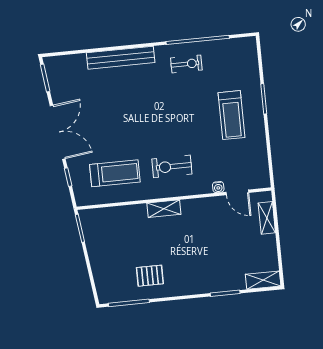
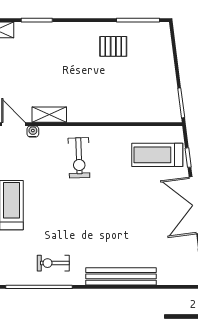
exercise bike: (172, 166) -> (79, 158), turned 88
treadmill: (115, 173) -> (157, 155), moved
shelving: (164, 209) -> (49, 115), moved

